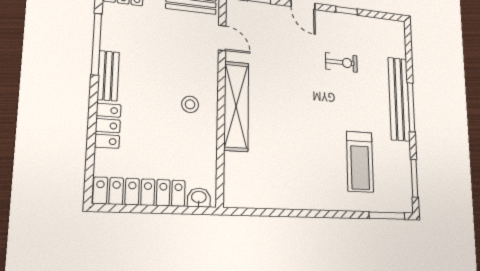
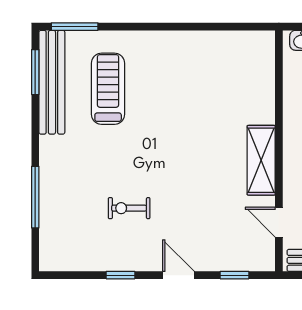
bench: (399, 99) -> (52, 82), moved
shelving: (236, 106) -> (261, 160), width x0.68
window: (411, 107) -> (35, 197), moved

